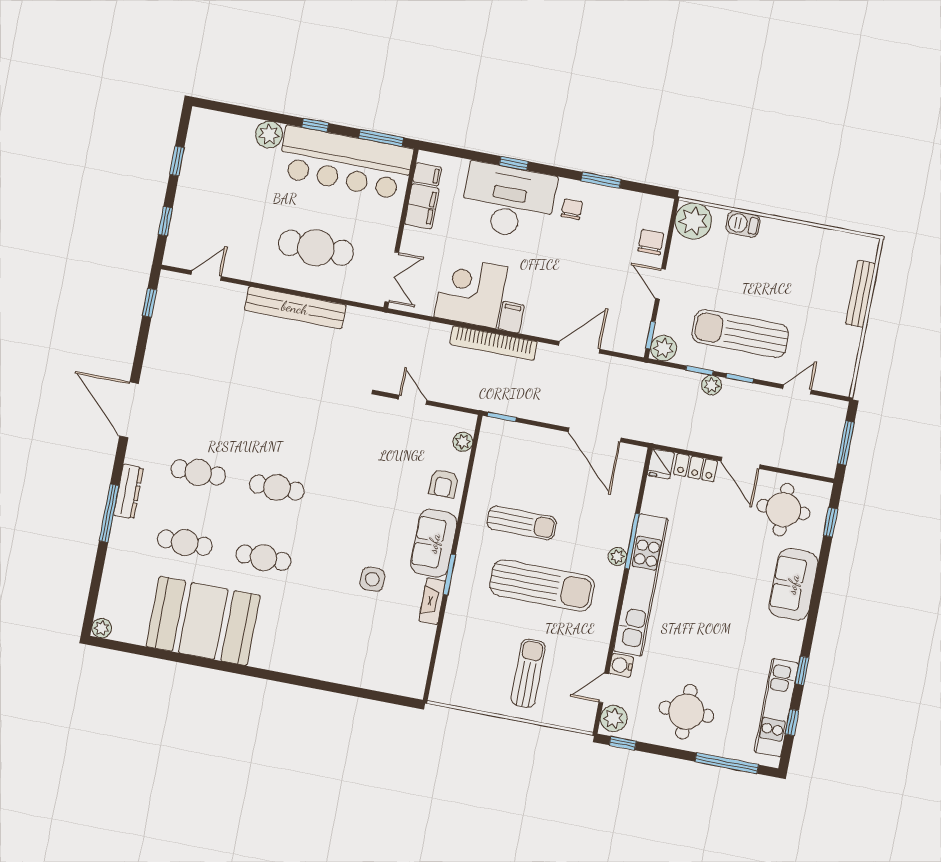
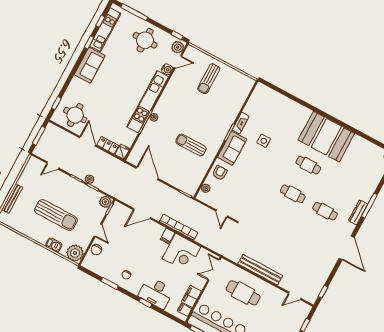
desk: (508, 201) -> (156, 293), width x0.73, depth x0.77
sun lounger: (740, 334) -> (56, 215), moved
cafe table: (185, 543) -> (340, 182), removed
sofa: (793, 584) -> (90, 65), moved
sun lounger: (542, 586) -> (191, 115), removed
booth: (203, 621) -> (326, 137), moved

